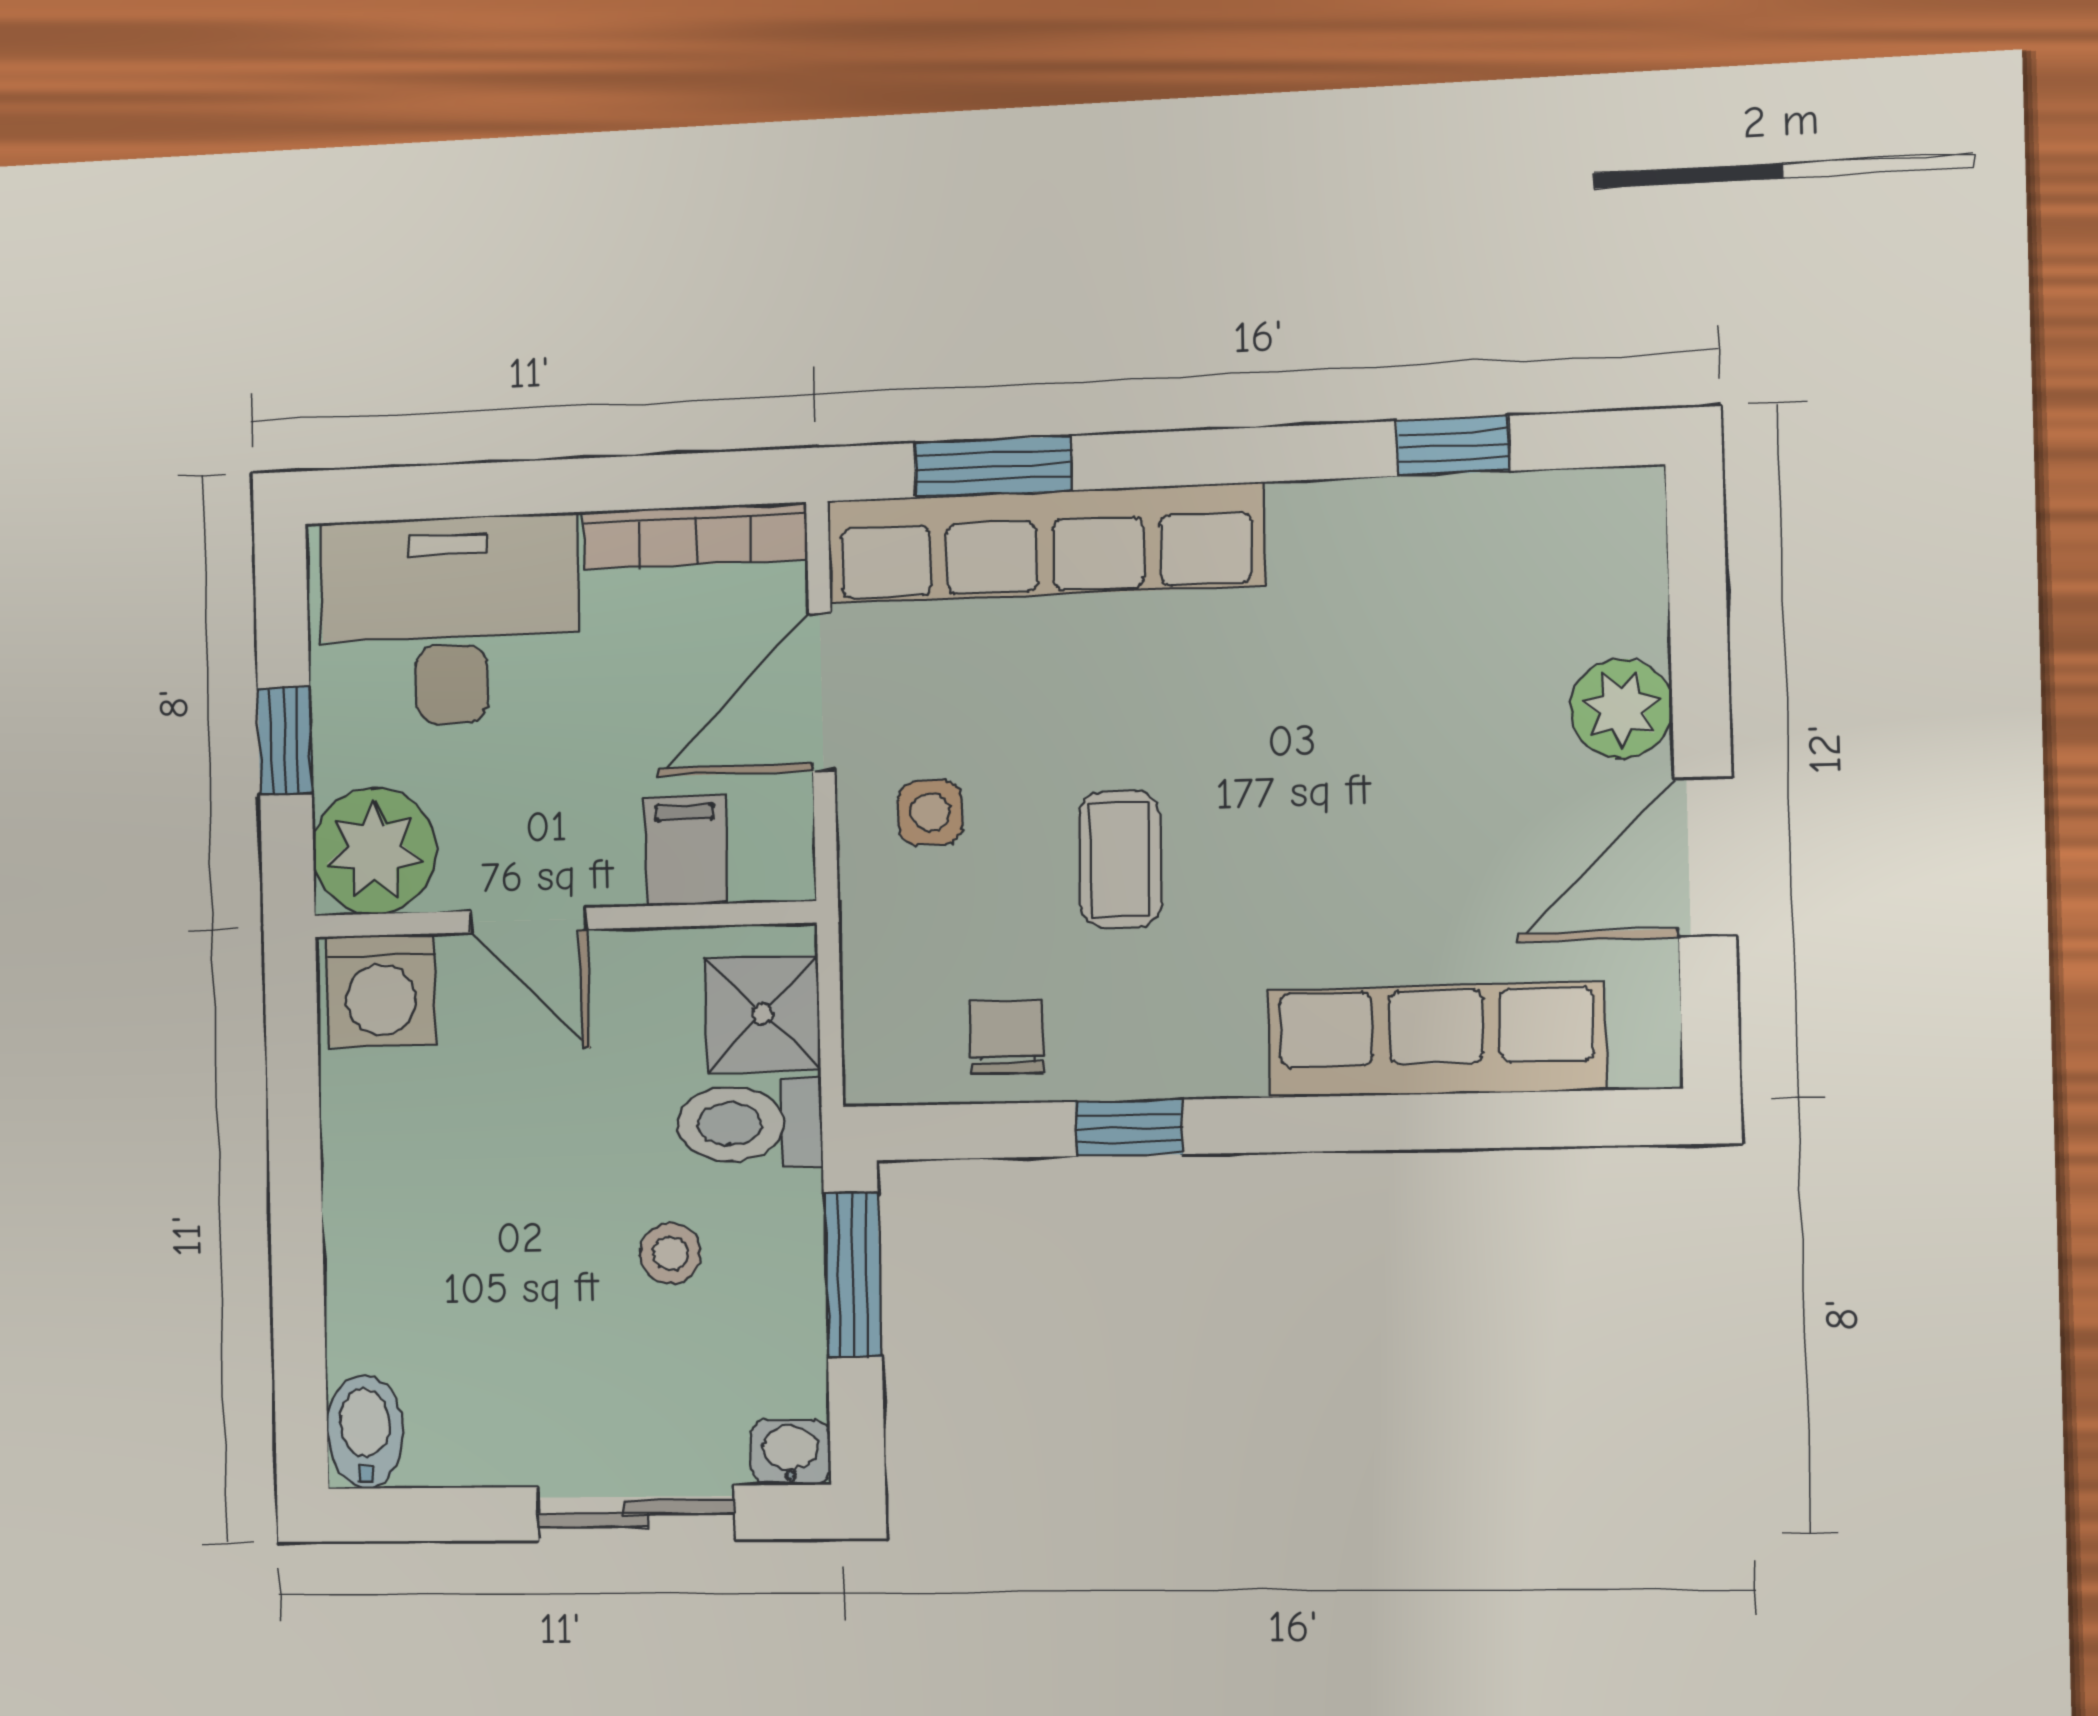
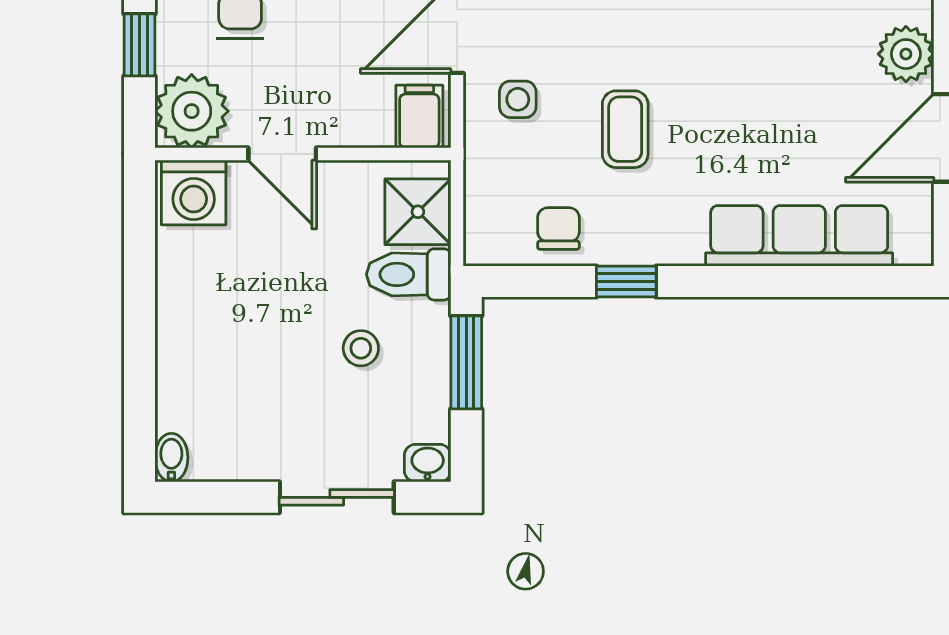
filing cabinet: (686, 850) -> (419, 117), moved
bidet: (365, 1431) -> (171, 458), width x0.72, depth x0.74

